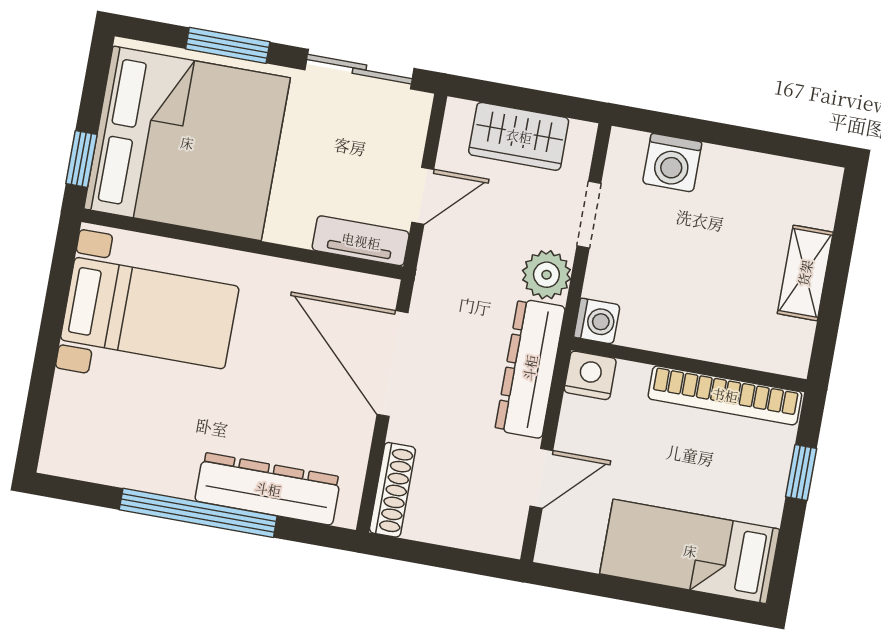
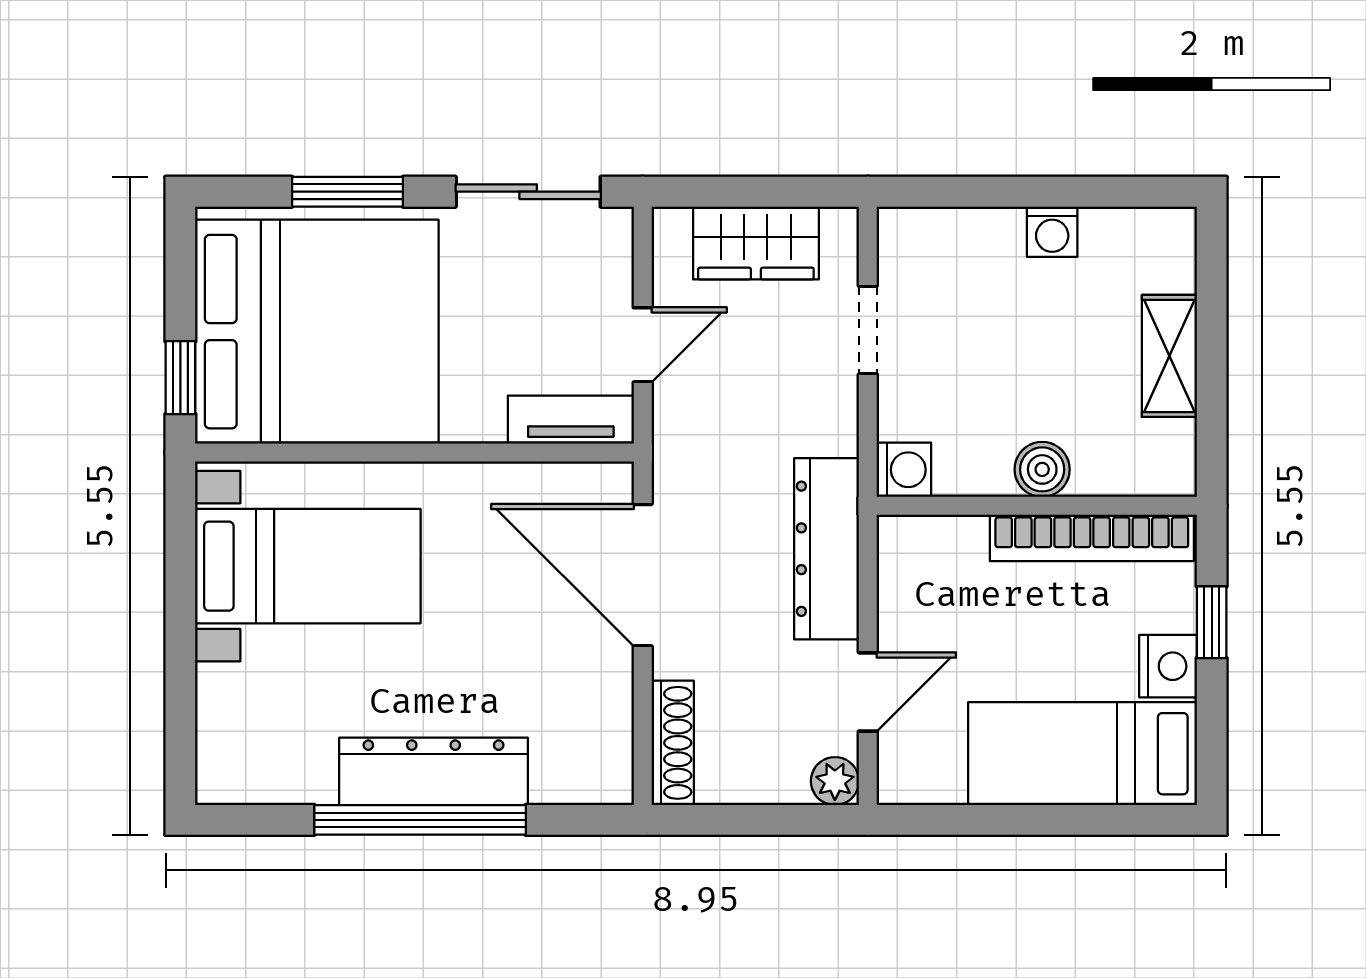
washing machine: (672, 163) -> (1052, 232), moved, width x0.73, depth x0.73
plant: (546, 275) -> (835, 781), moved, width x0.73, depth x0.73
boiler: (698, 339) -> (1042, 469), added
nightstand: (590, 375) -> (1168, 666), moved, turned 90
dresser: (268, 489) -> (433, 771), moved

